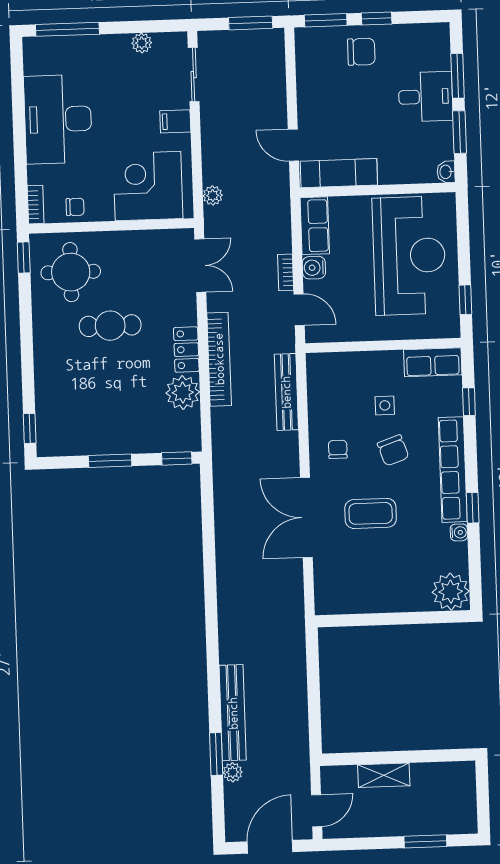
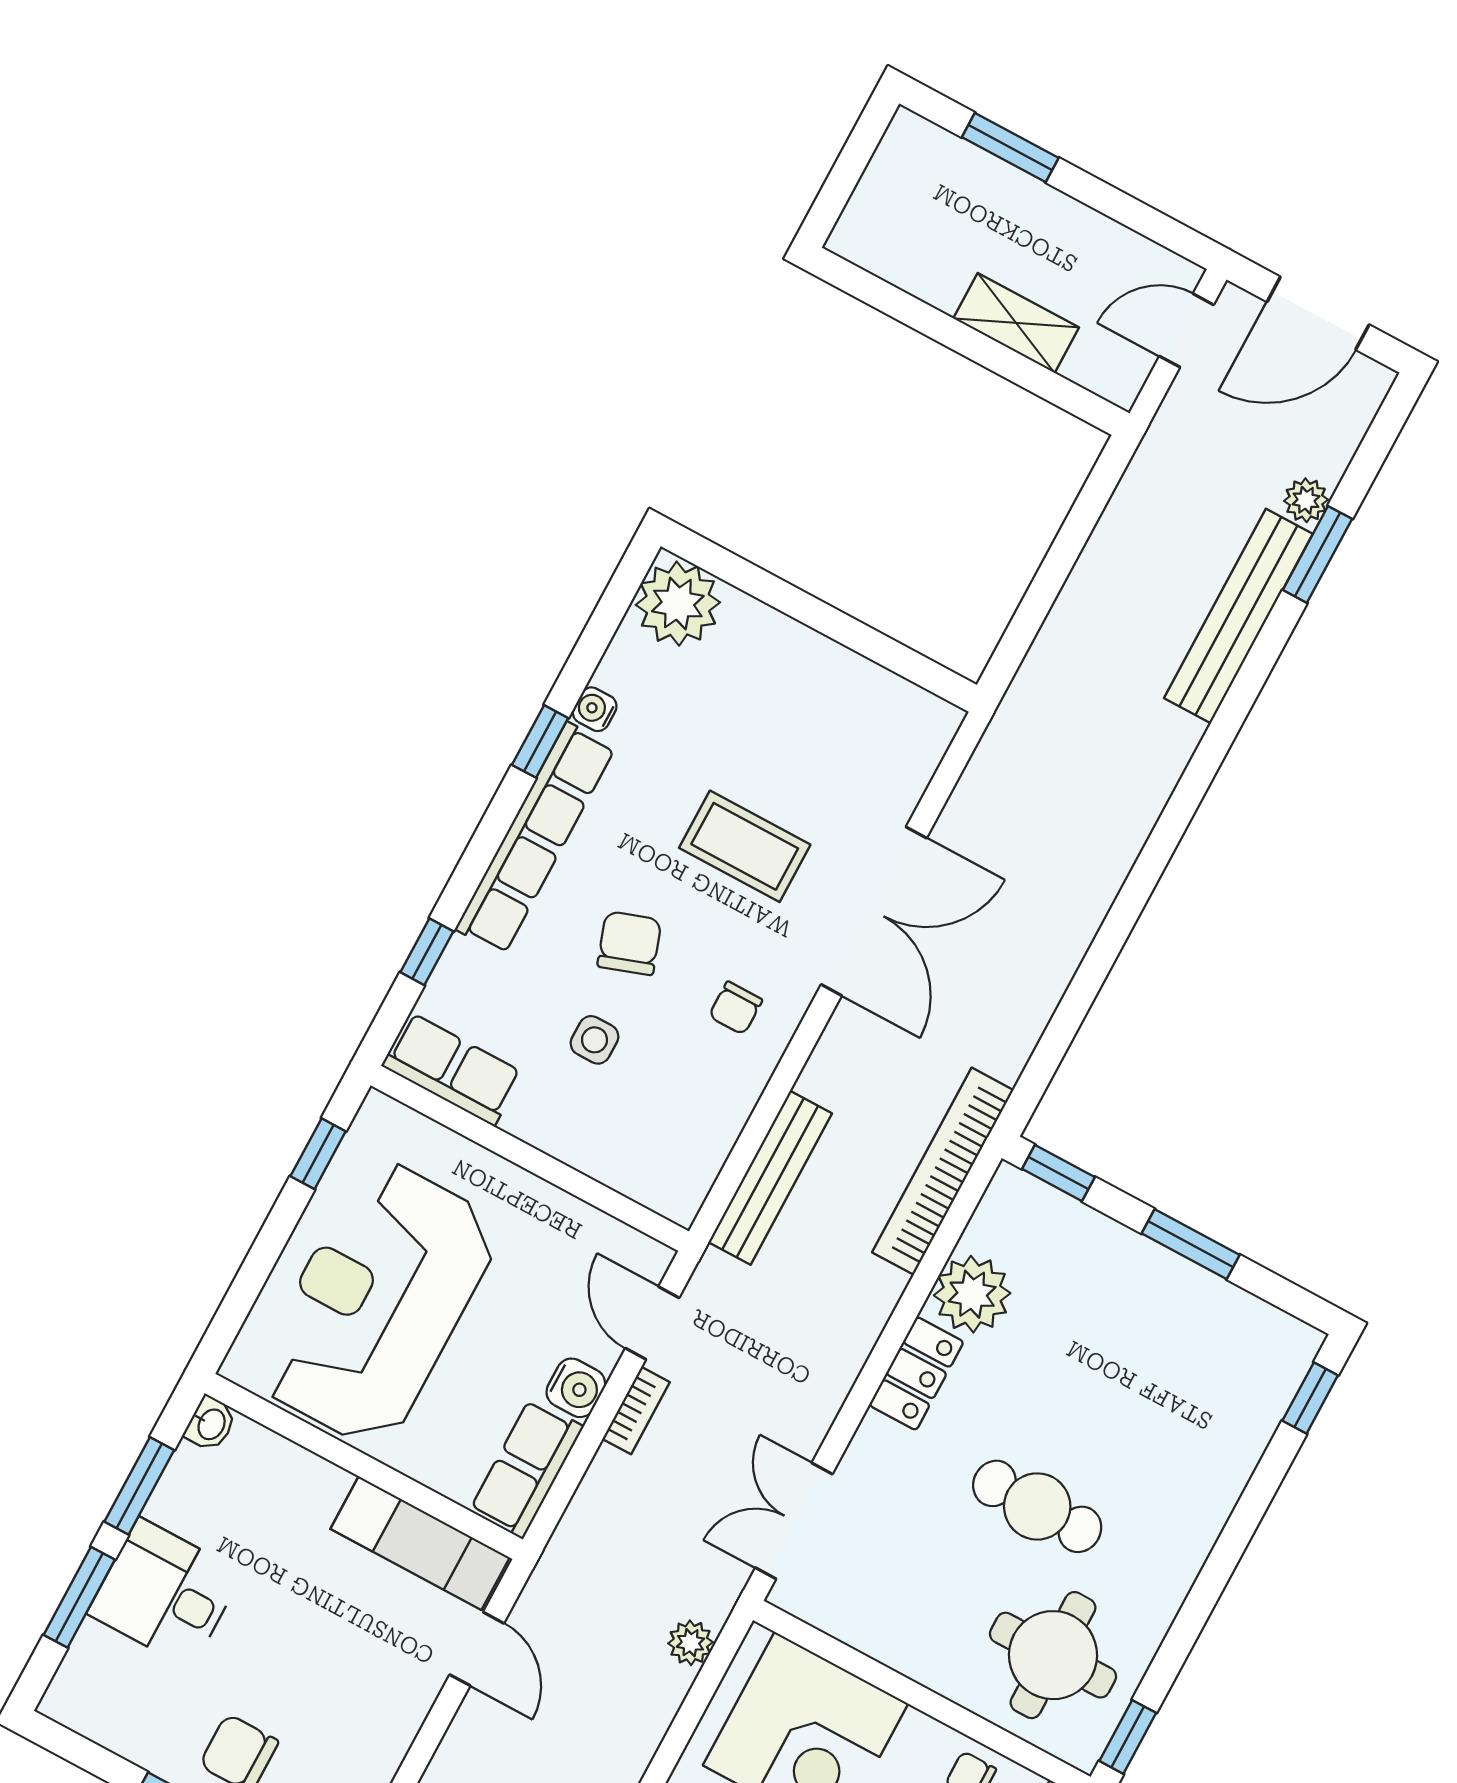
bookcase: (219, 359) -> (943, 1171), moved

